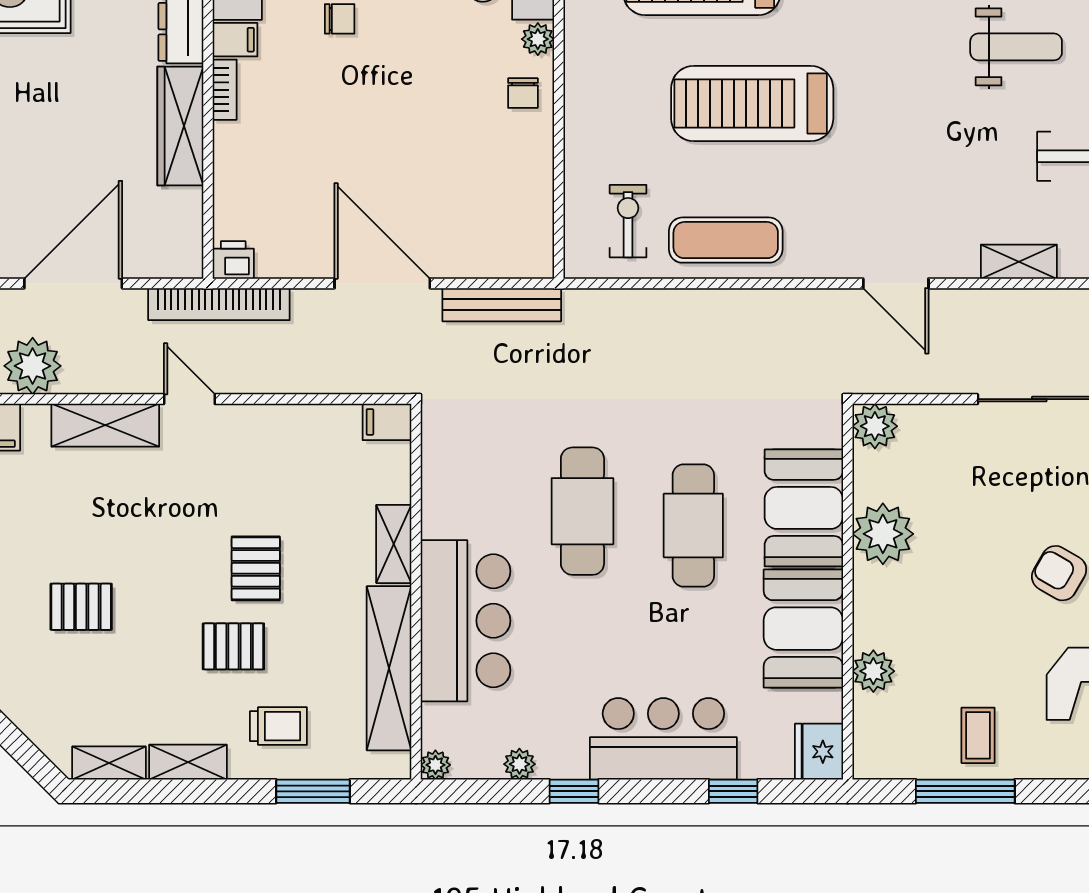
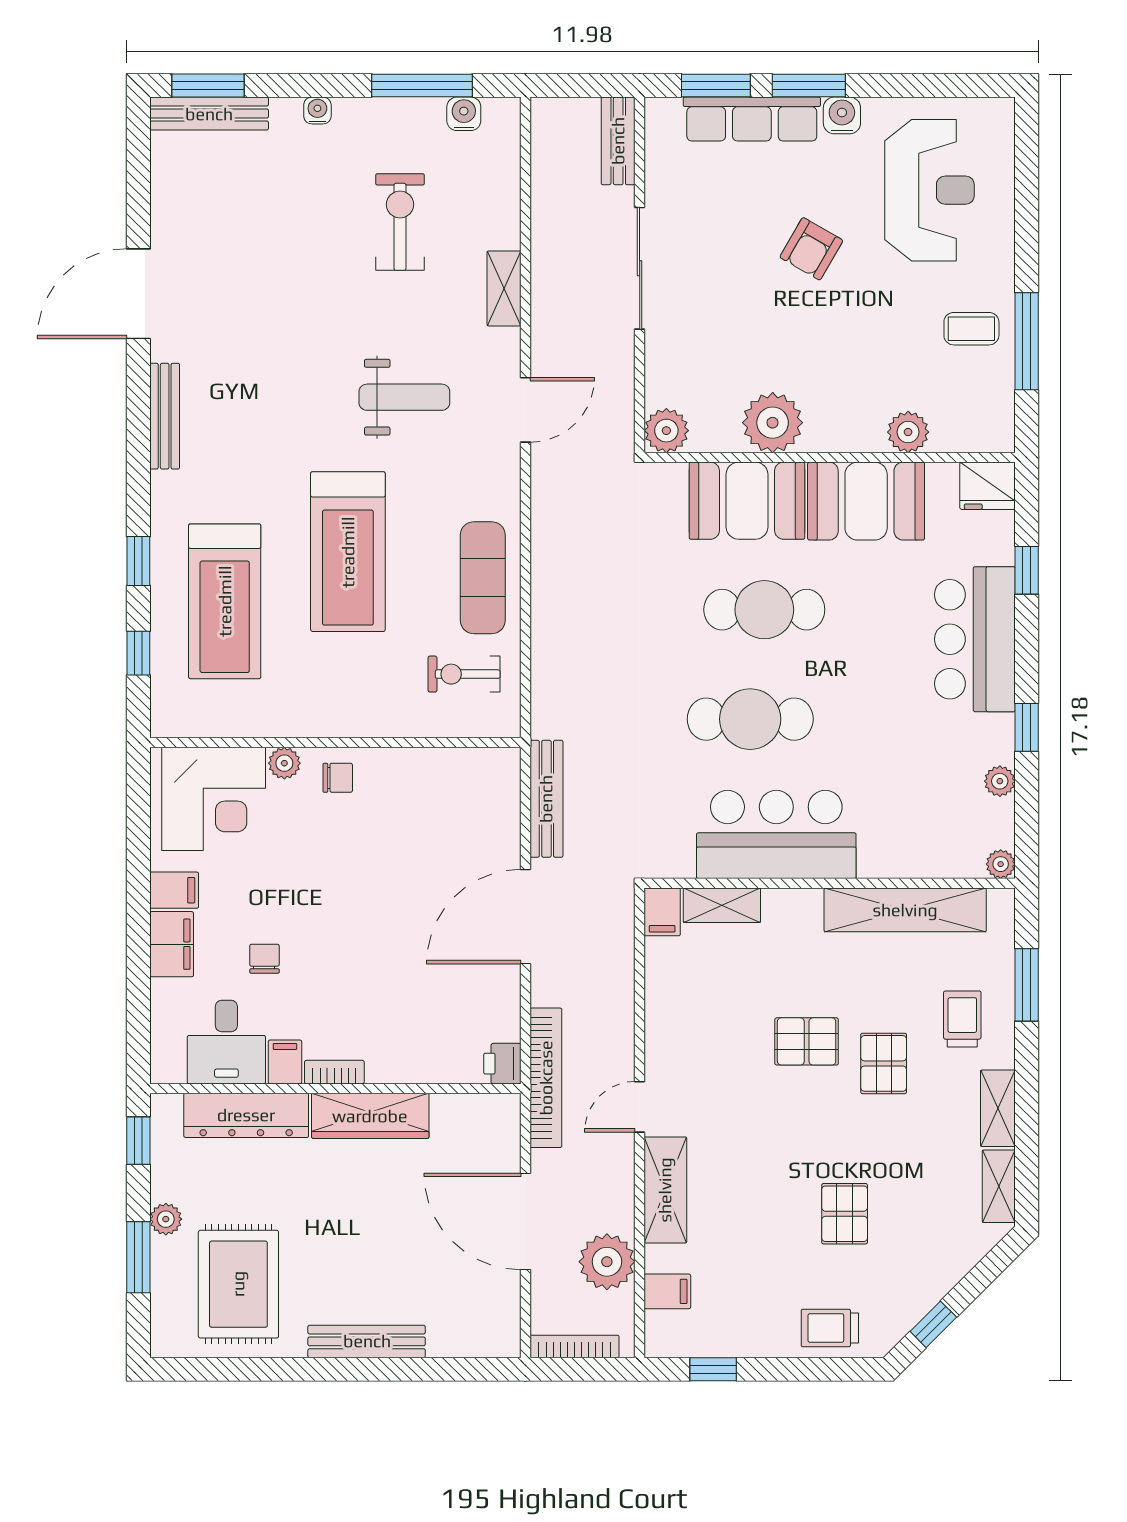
weight bench: (1016, 47) -> (404, 397), moved, turned 90
shelving: (394, 544) -> (722, 905), moved
bar counter: (466, 621) -> (776, 834), moved

